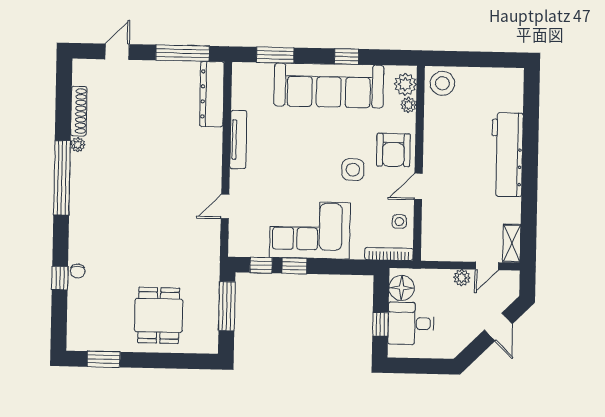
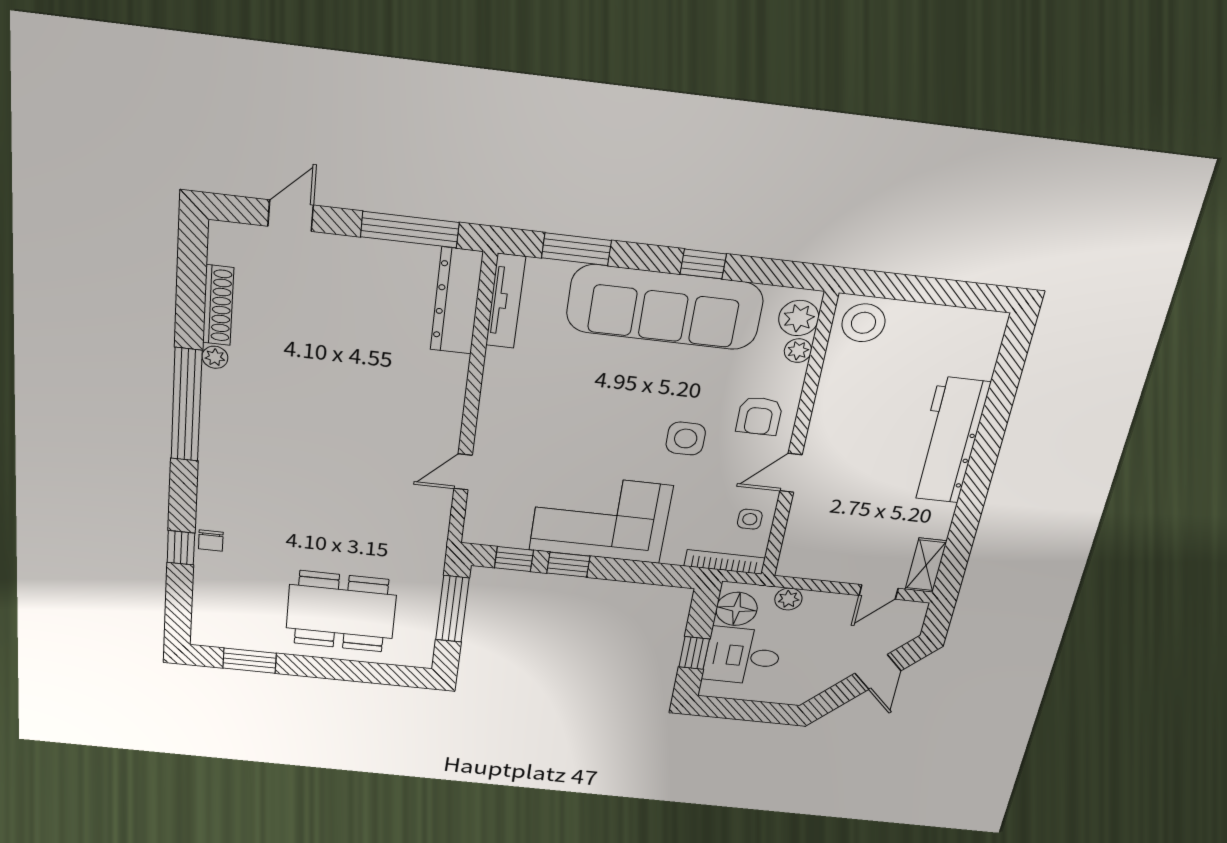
tv unit: (238, 140) -> (506, 301), moved
armchair: (393, 150) -> (759, 416), width x0.72, depth x0.72
plant: (462, 278) -> (788, 599), moved
dining table: (159, 315) -> (341, 612), width x1.38

